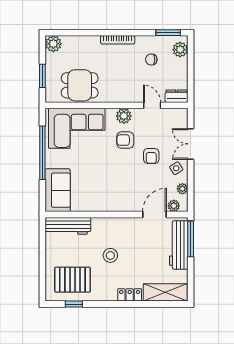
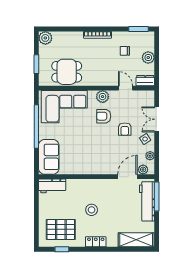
plant: (180, 50) -> (148, 58), moved
workbench: (68, 226) -> (52, 186), width x0.73
locker: (130, 295) -> (96, 242), moved

